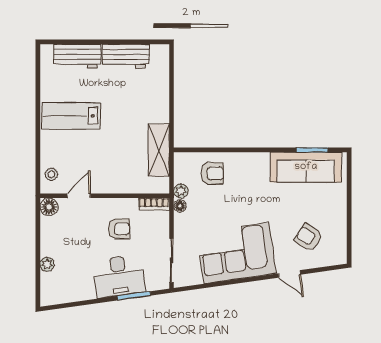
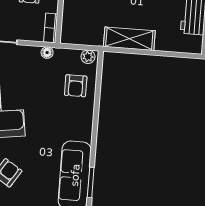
shelving: (159, 150) -> (129, 39), moved
plant: (181, 191) -> (88, 57), moved

